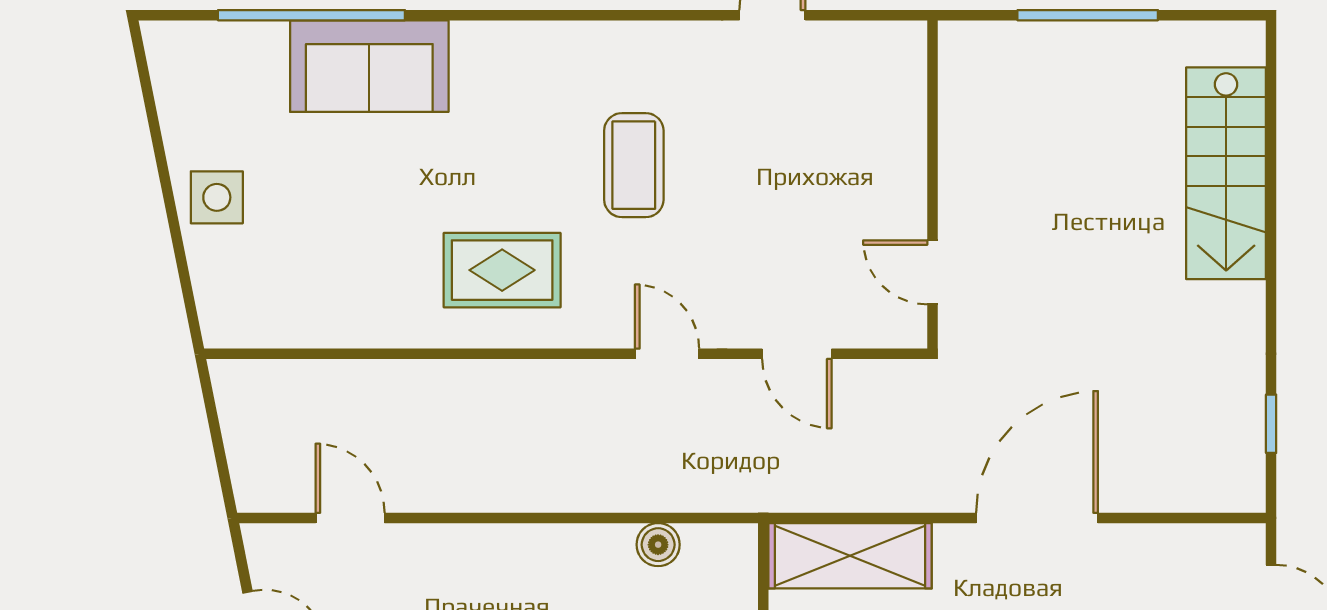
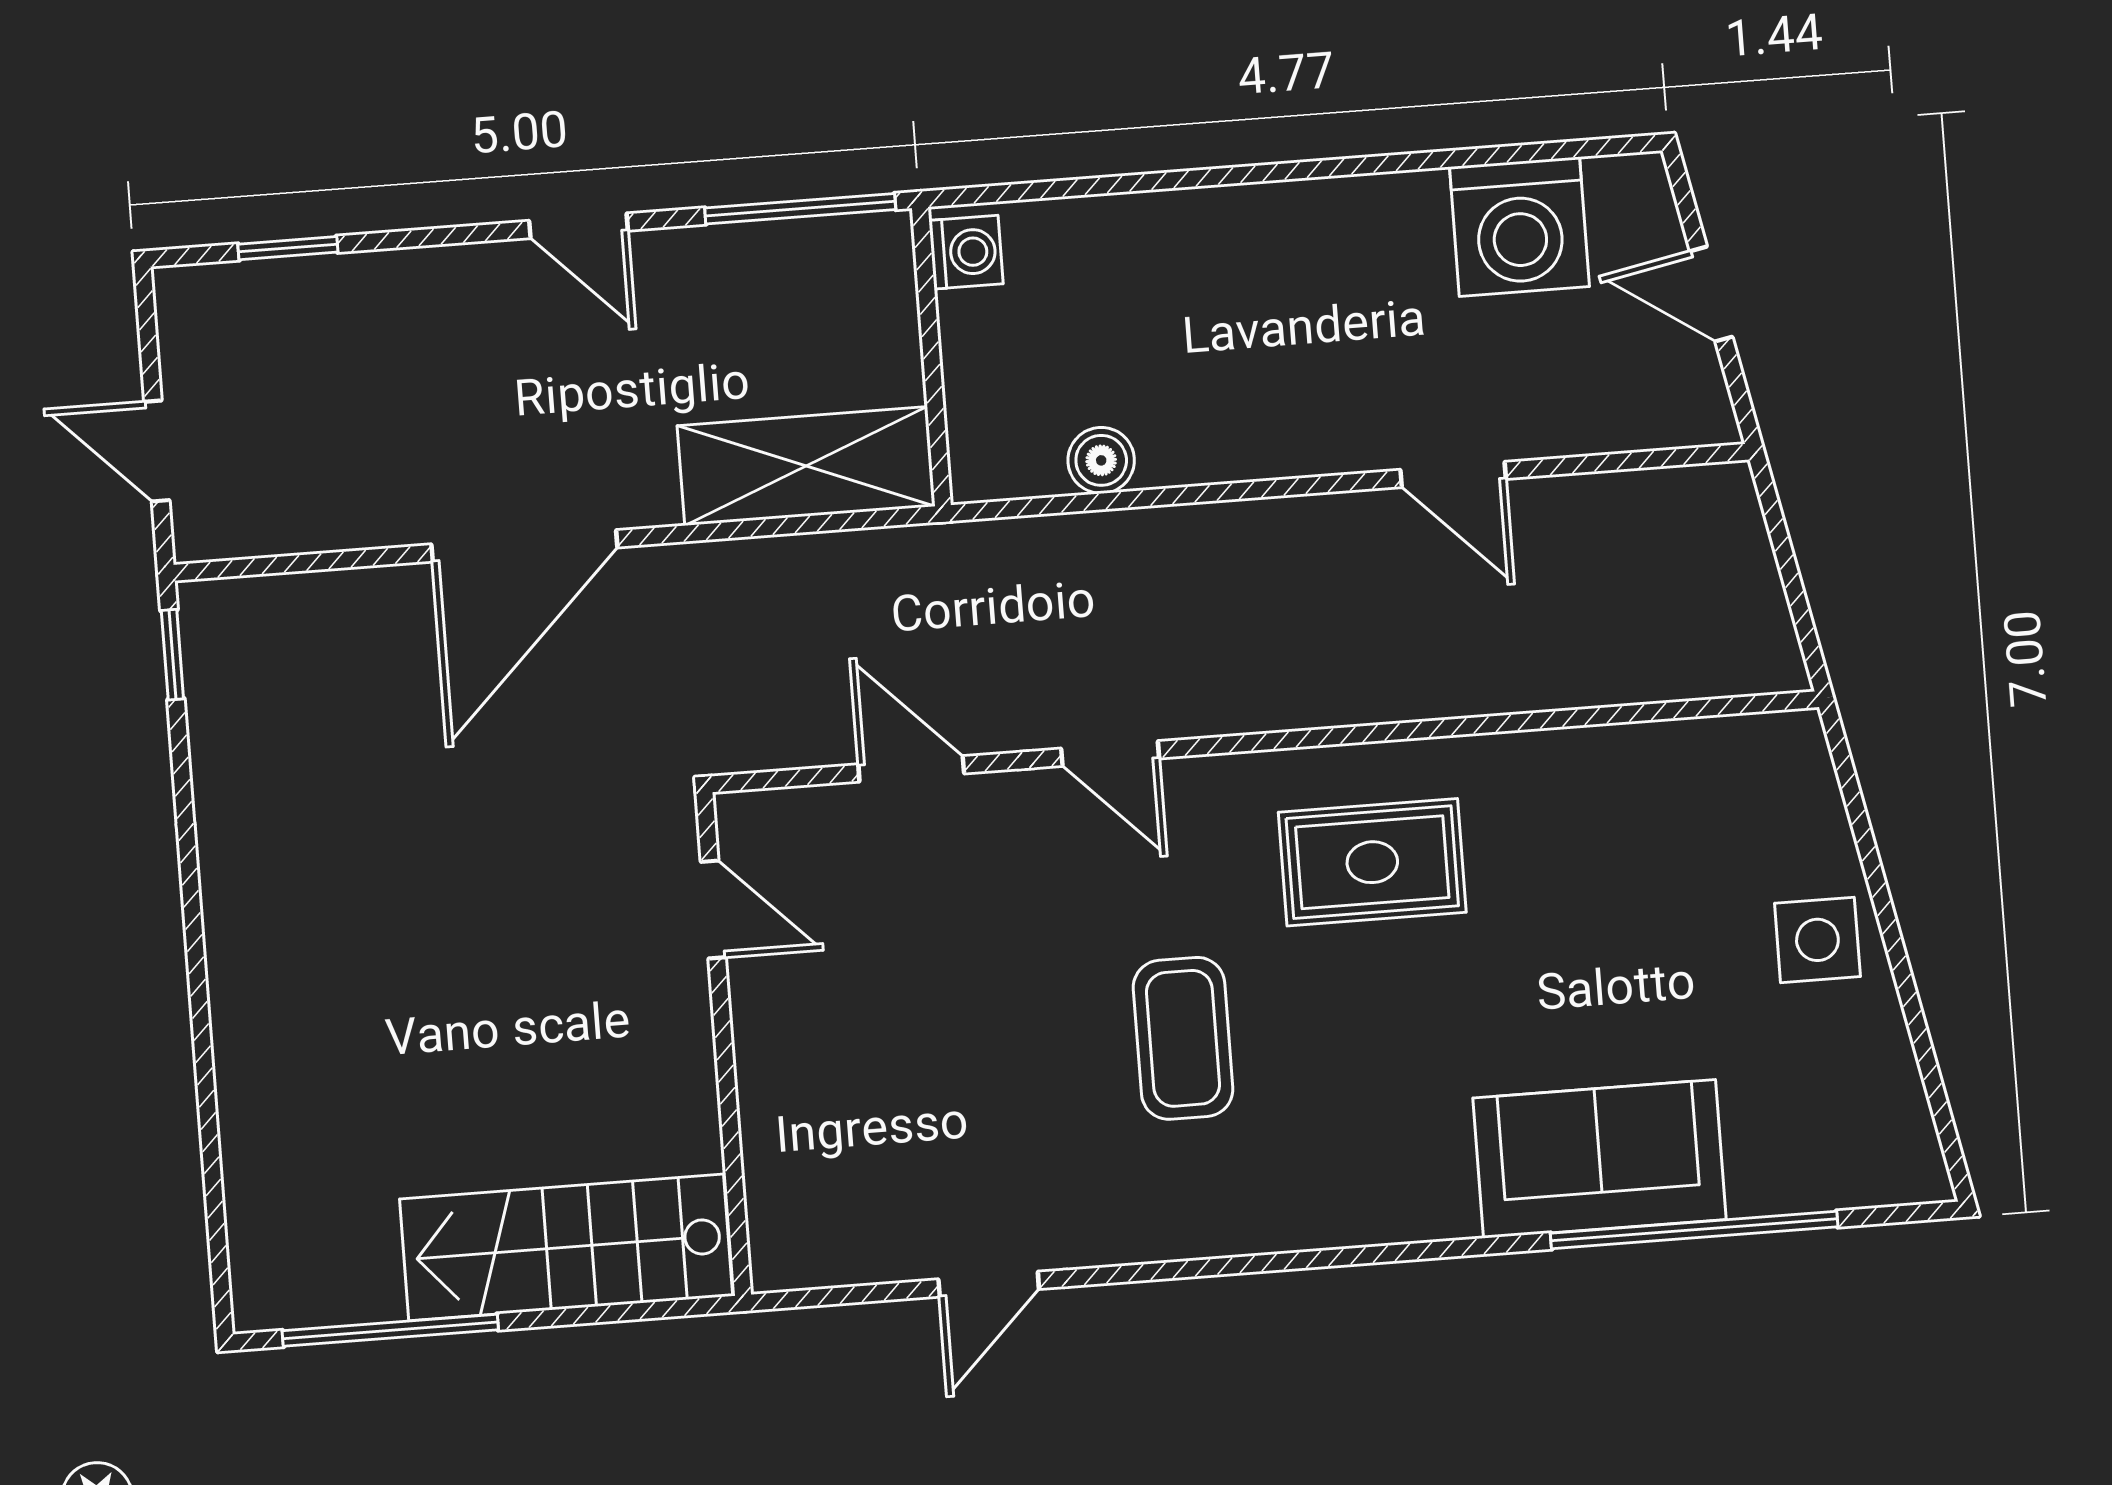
window: (1088, 15) -> (390, 1330), moved
stairs: (1226, 173) -> (566, 1247), moved, turned -90
window: (1271, 424) -> (172, 655), moved
door: (350, 518) -> (1453, 474), moved

